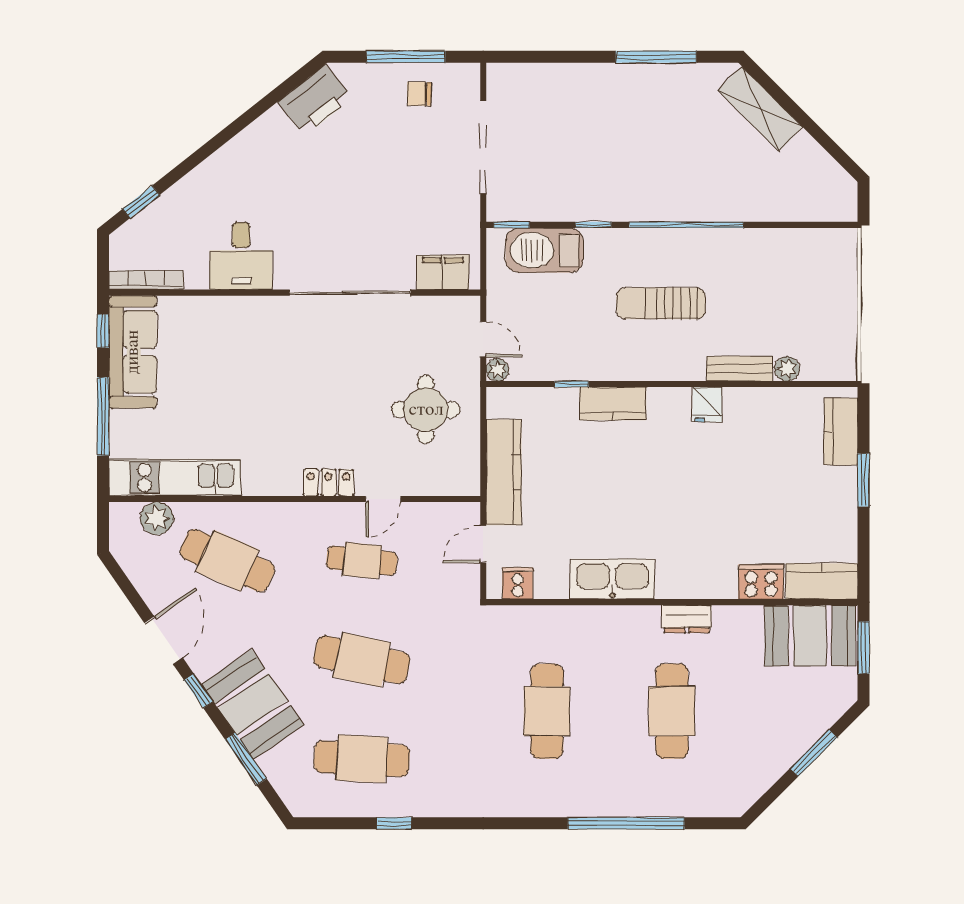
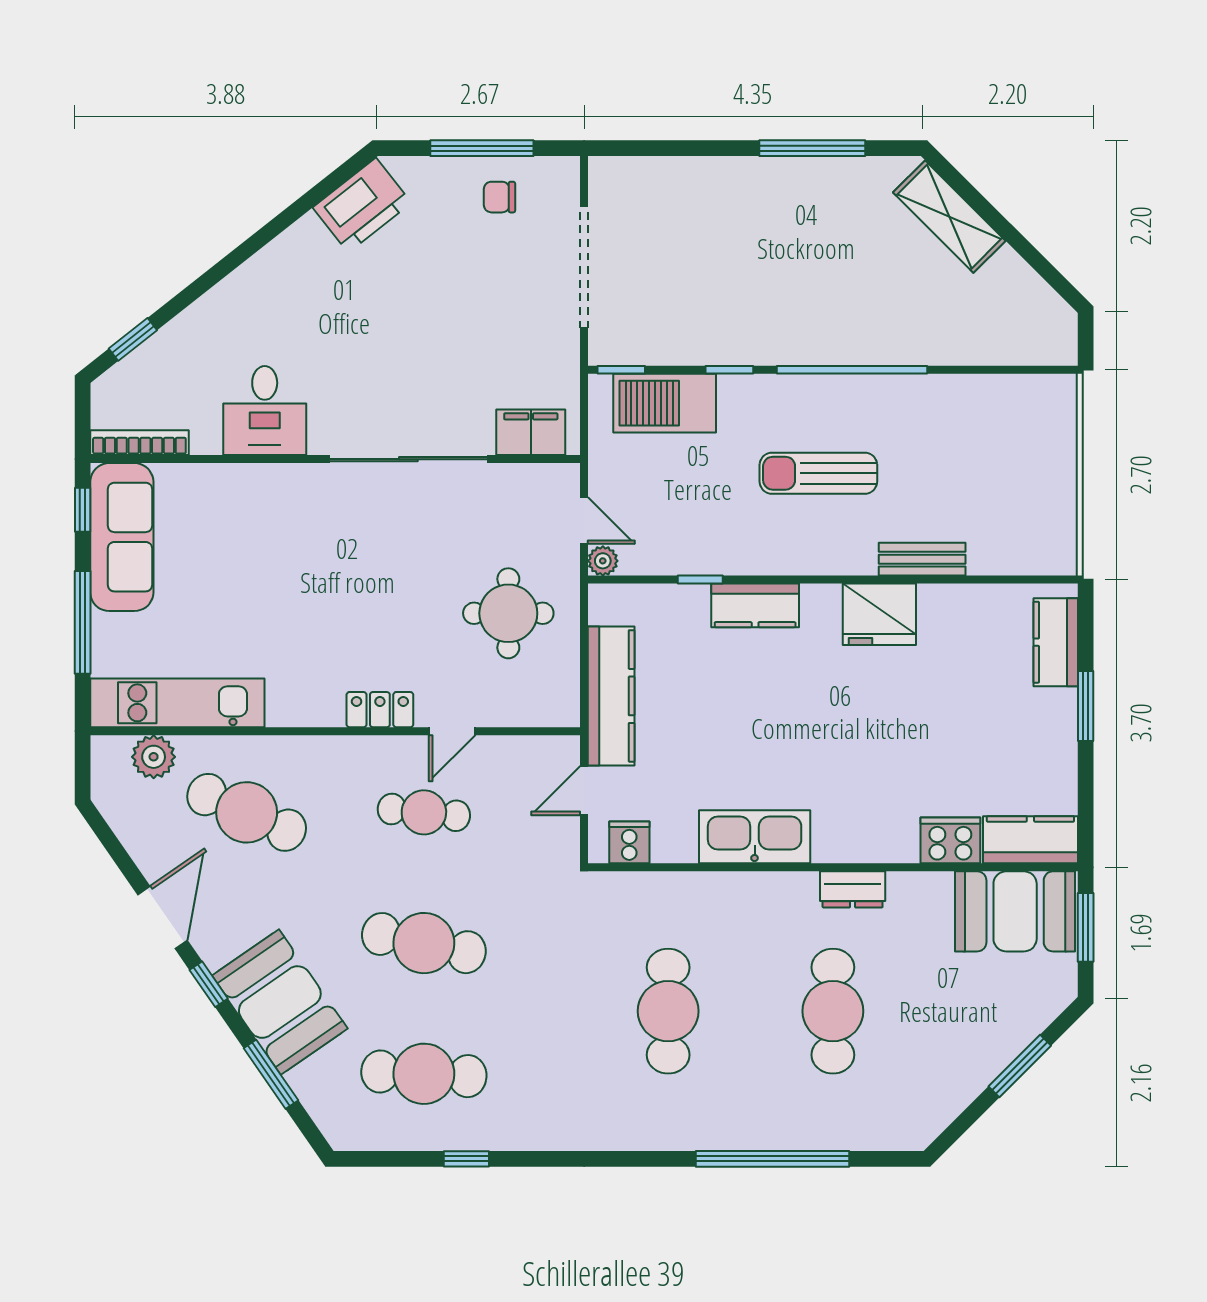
plant: (787, 369) -> (985, 559), removed
fridge: (707, 404) -> (879, 614), width x1.88, depth x1.34

